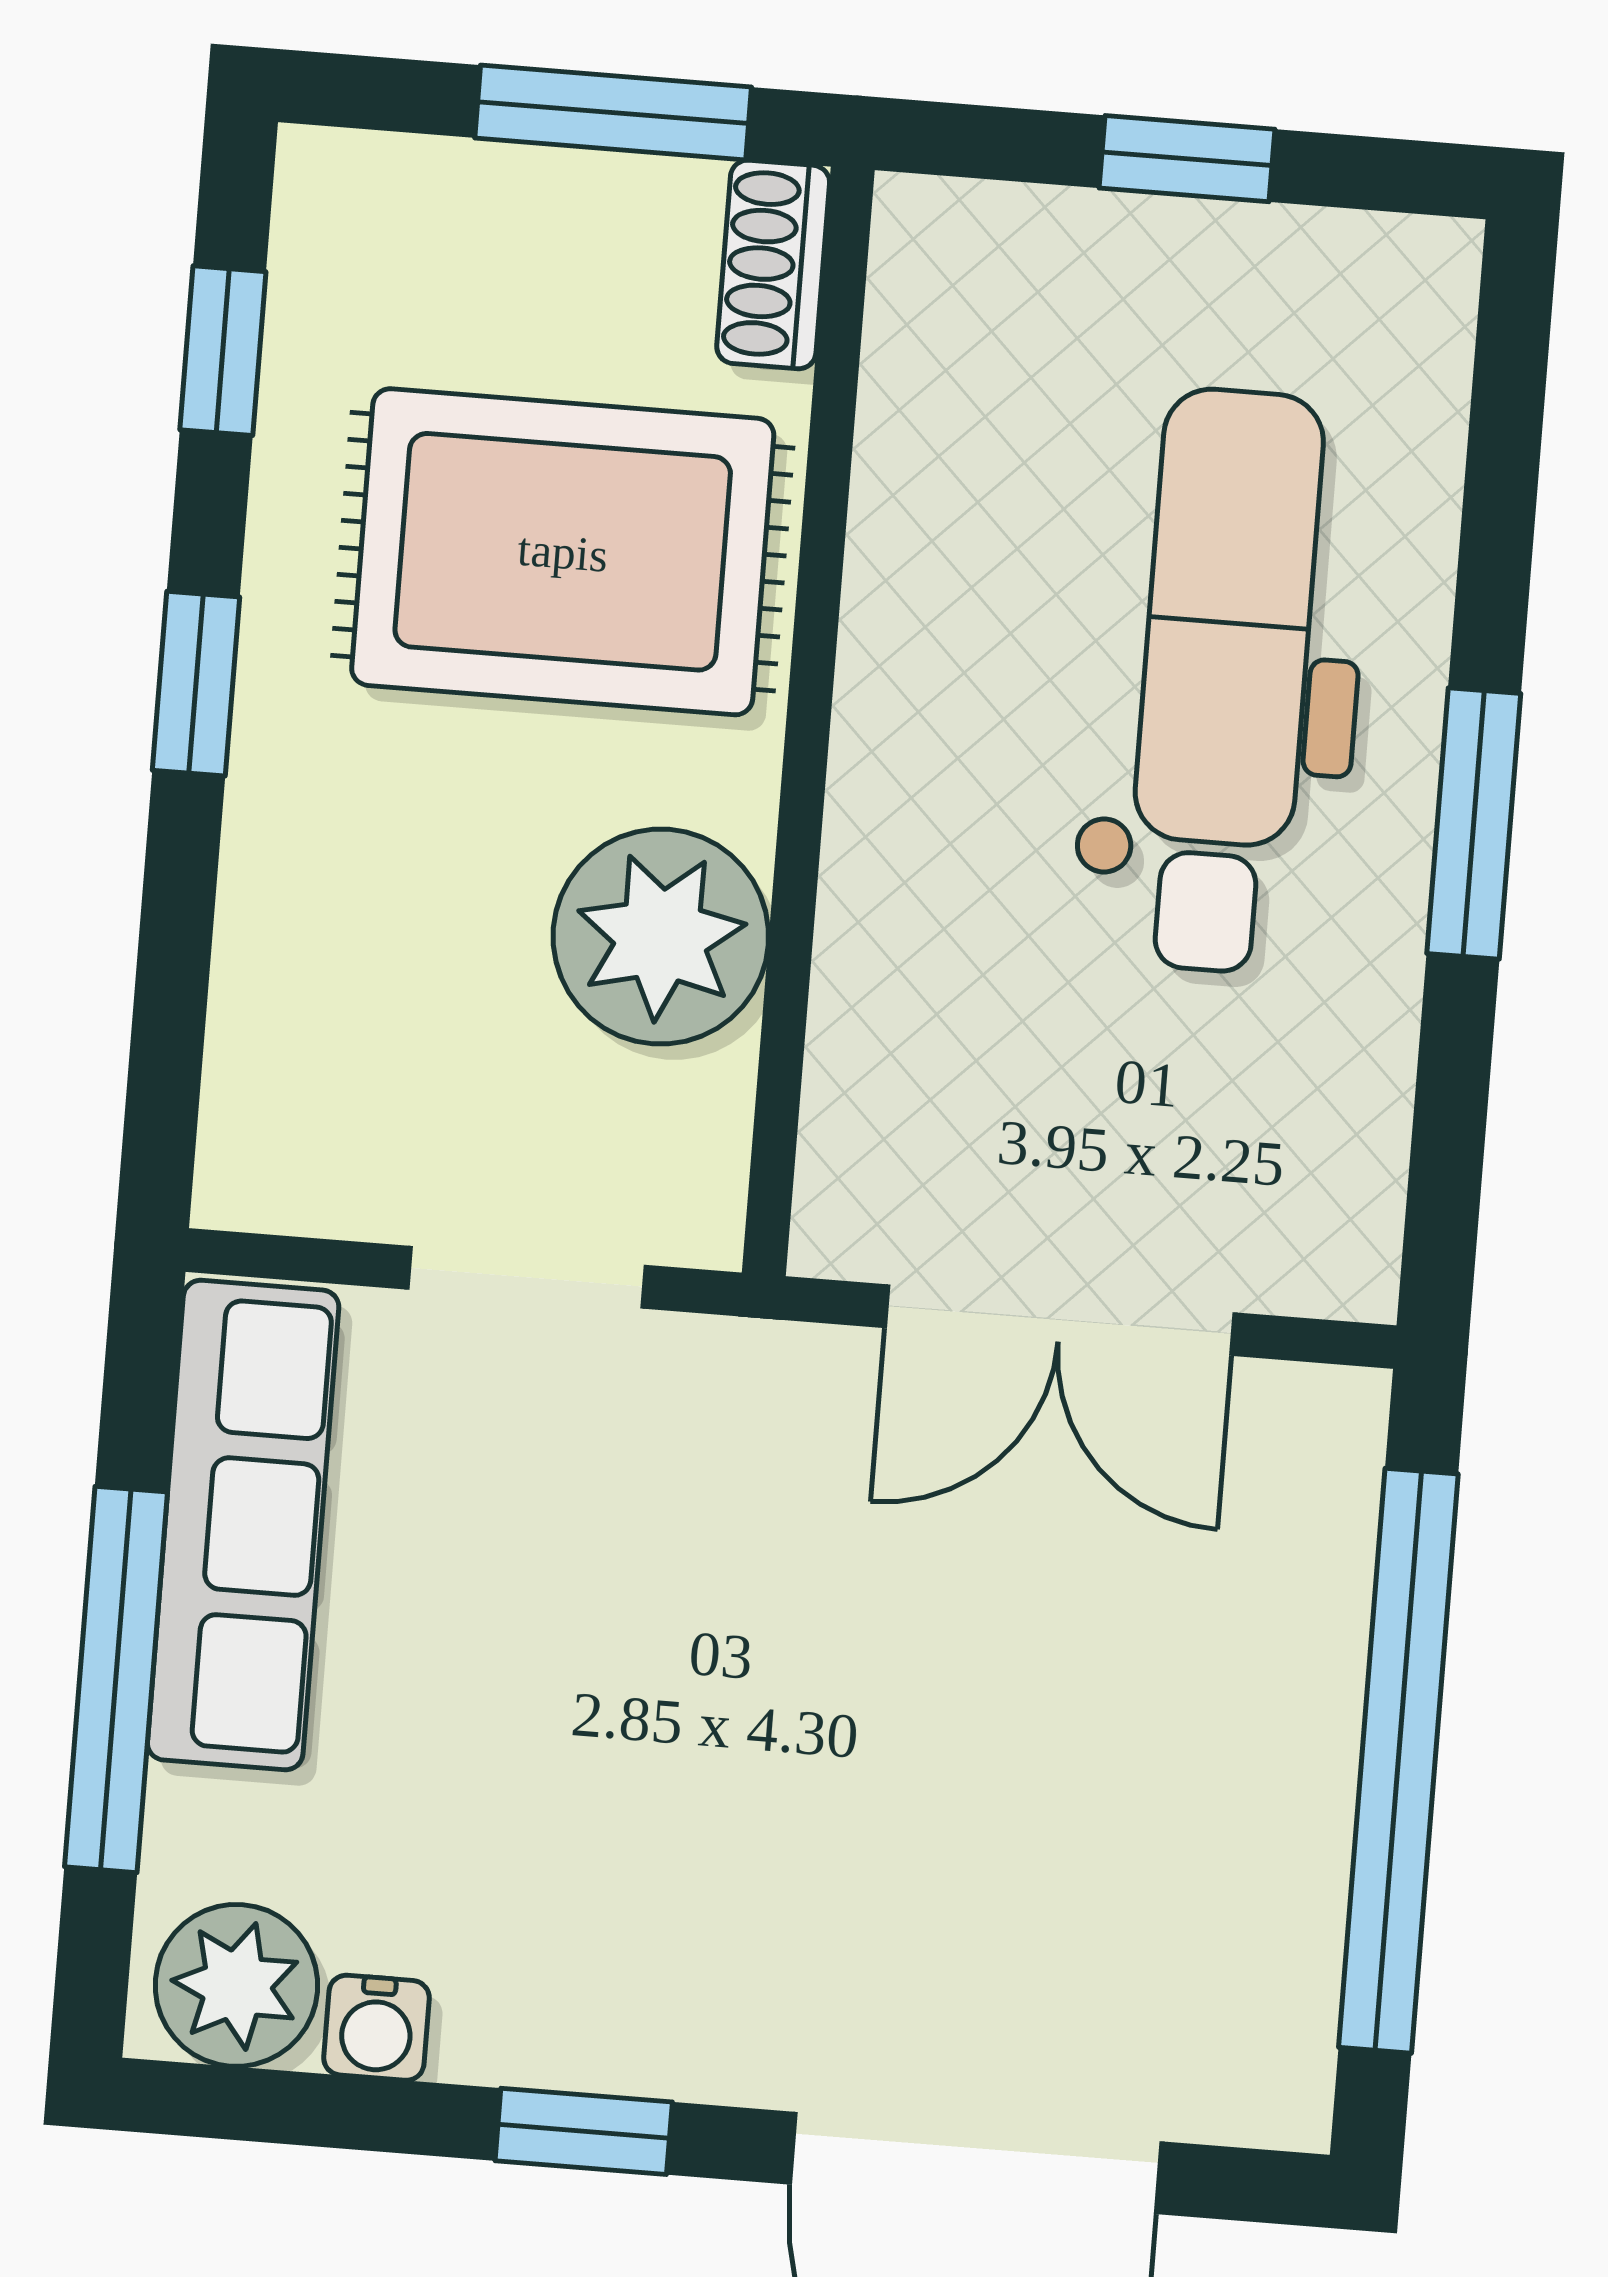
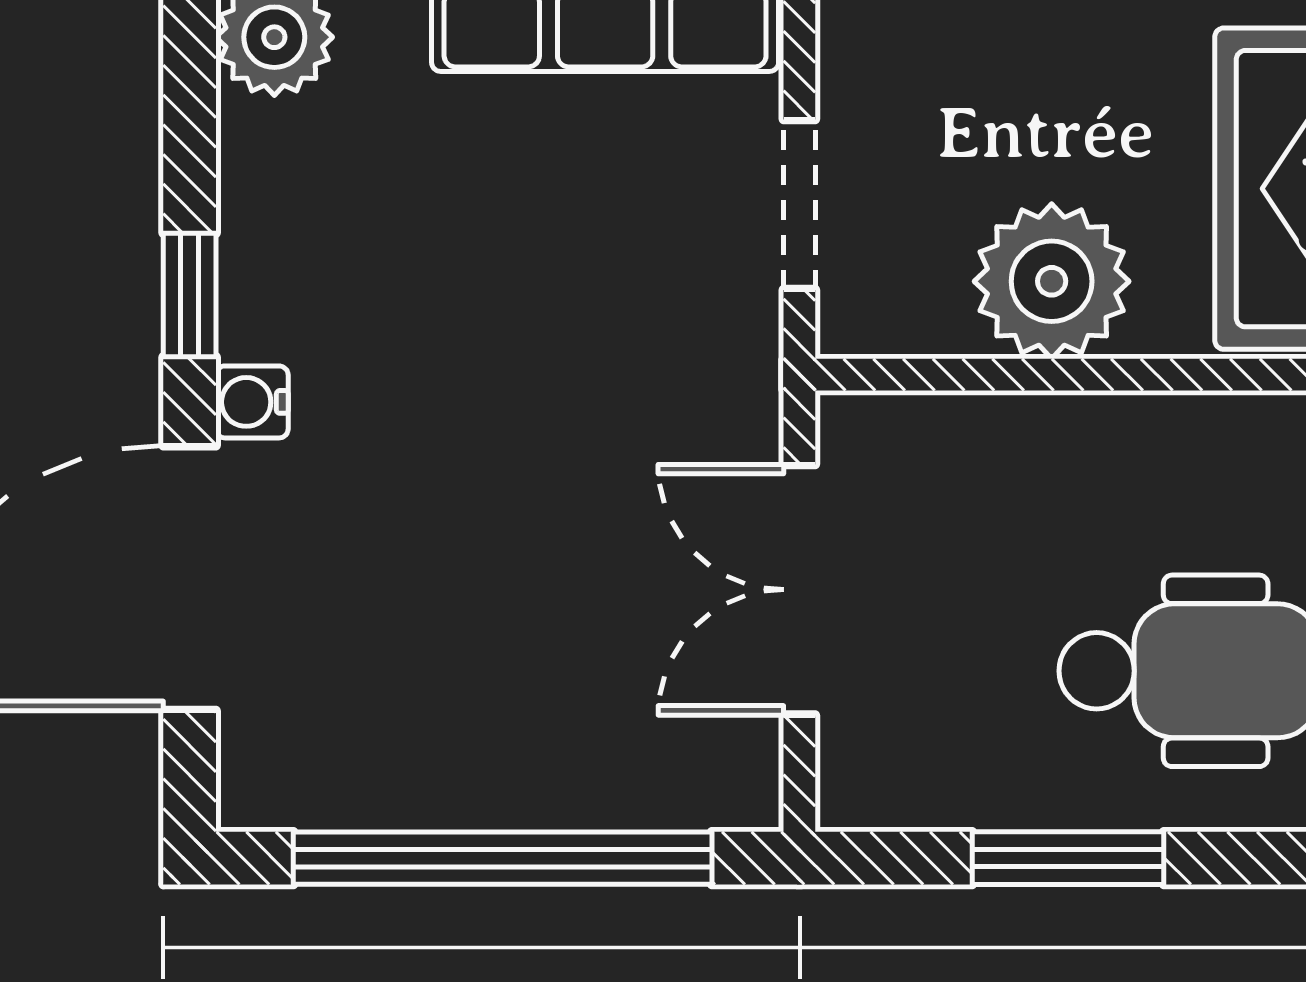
window: (1474, 824) -> (1068, 858), moved
water cooler: (376, 2028) -> (252, 402), moved

